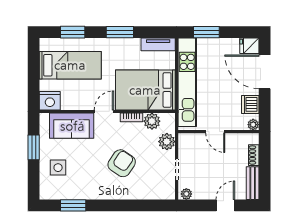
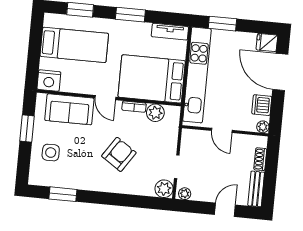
door: (104, 111) -> (105, 98), swing flipped
plant: (167, 142) -> (164, 189), moved

